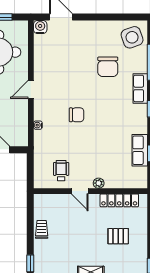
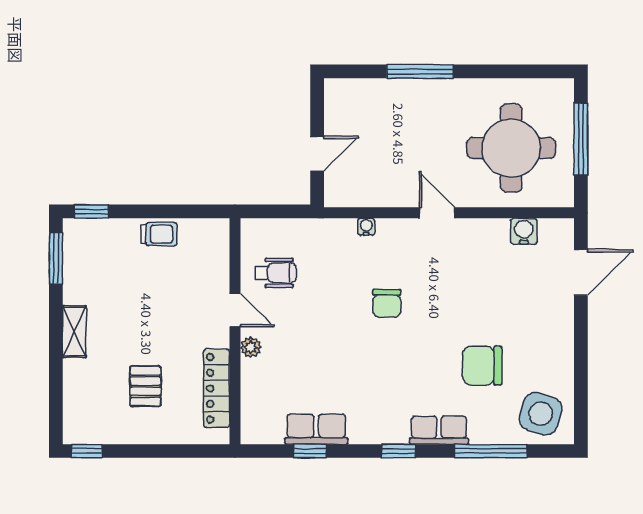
water cooler: (40, 27) -> (524, 231), moved, turned -90
side table: (132, 37) -> (541, 414), turned 36
door: (80, 191) -> (235, 310), swing flipped

